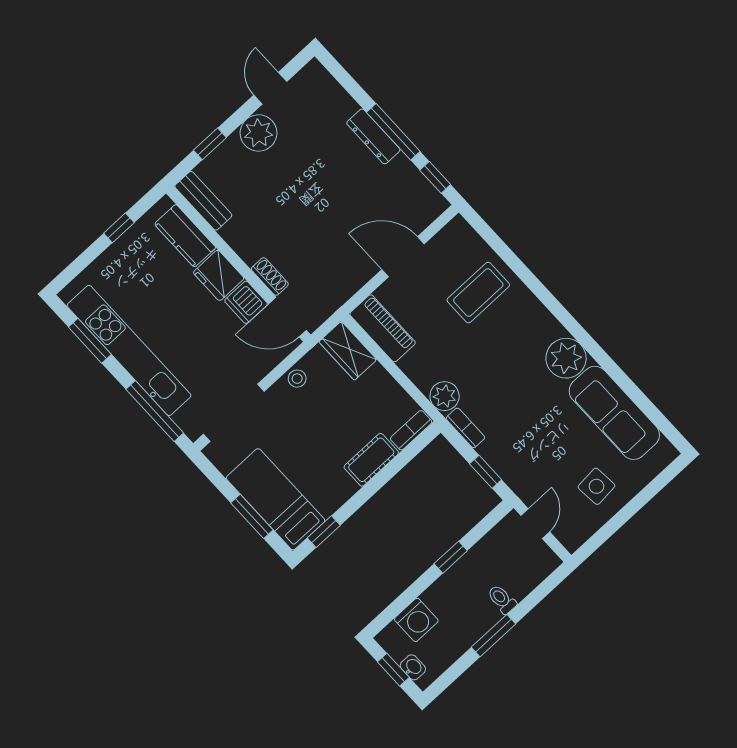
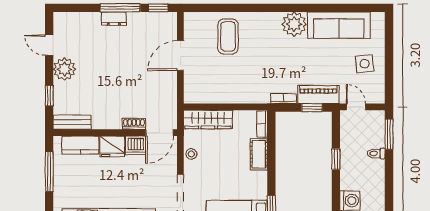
dresser: (373, 136) -> (114, 19), width x0.70
window: (119, 228) -> (49, 172), width x2.17
piano: (383, 328) -> (318, 94), moved
wardrobe: (348, 351) -> (208, 120), width x1.50
plant: (445, 396) -> (261, 95), removed
window: (493, 636) -> (389, 134), moved

